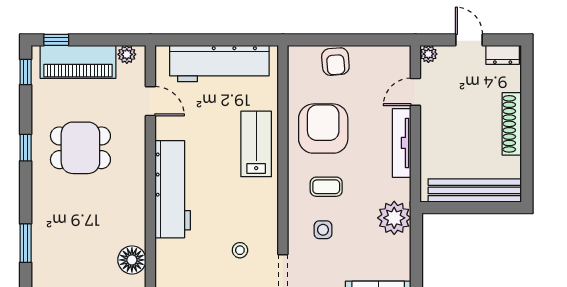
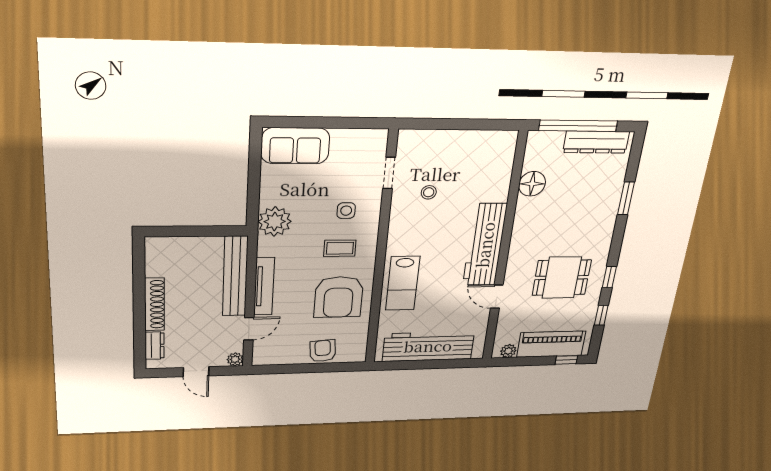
dresser: (503, 55) -> (154, 346), moved, turned 90
window: (26, 72) -> (601, 315), moved
door: (150, 101) -> (497, 297), moved
bench: (475, 190) -> (235, 276), moved, turned 90

